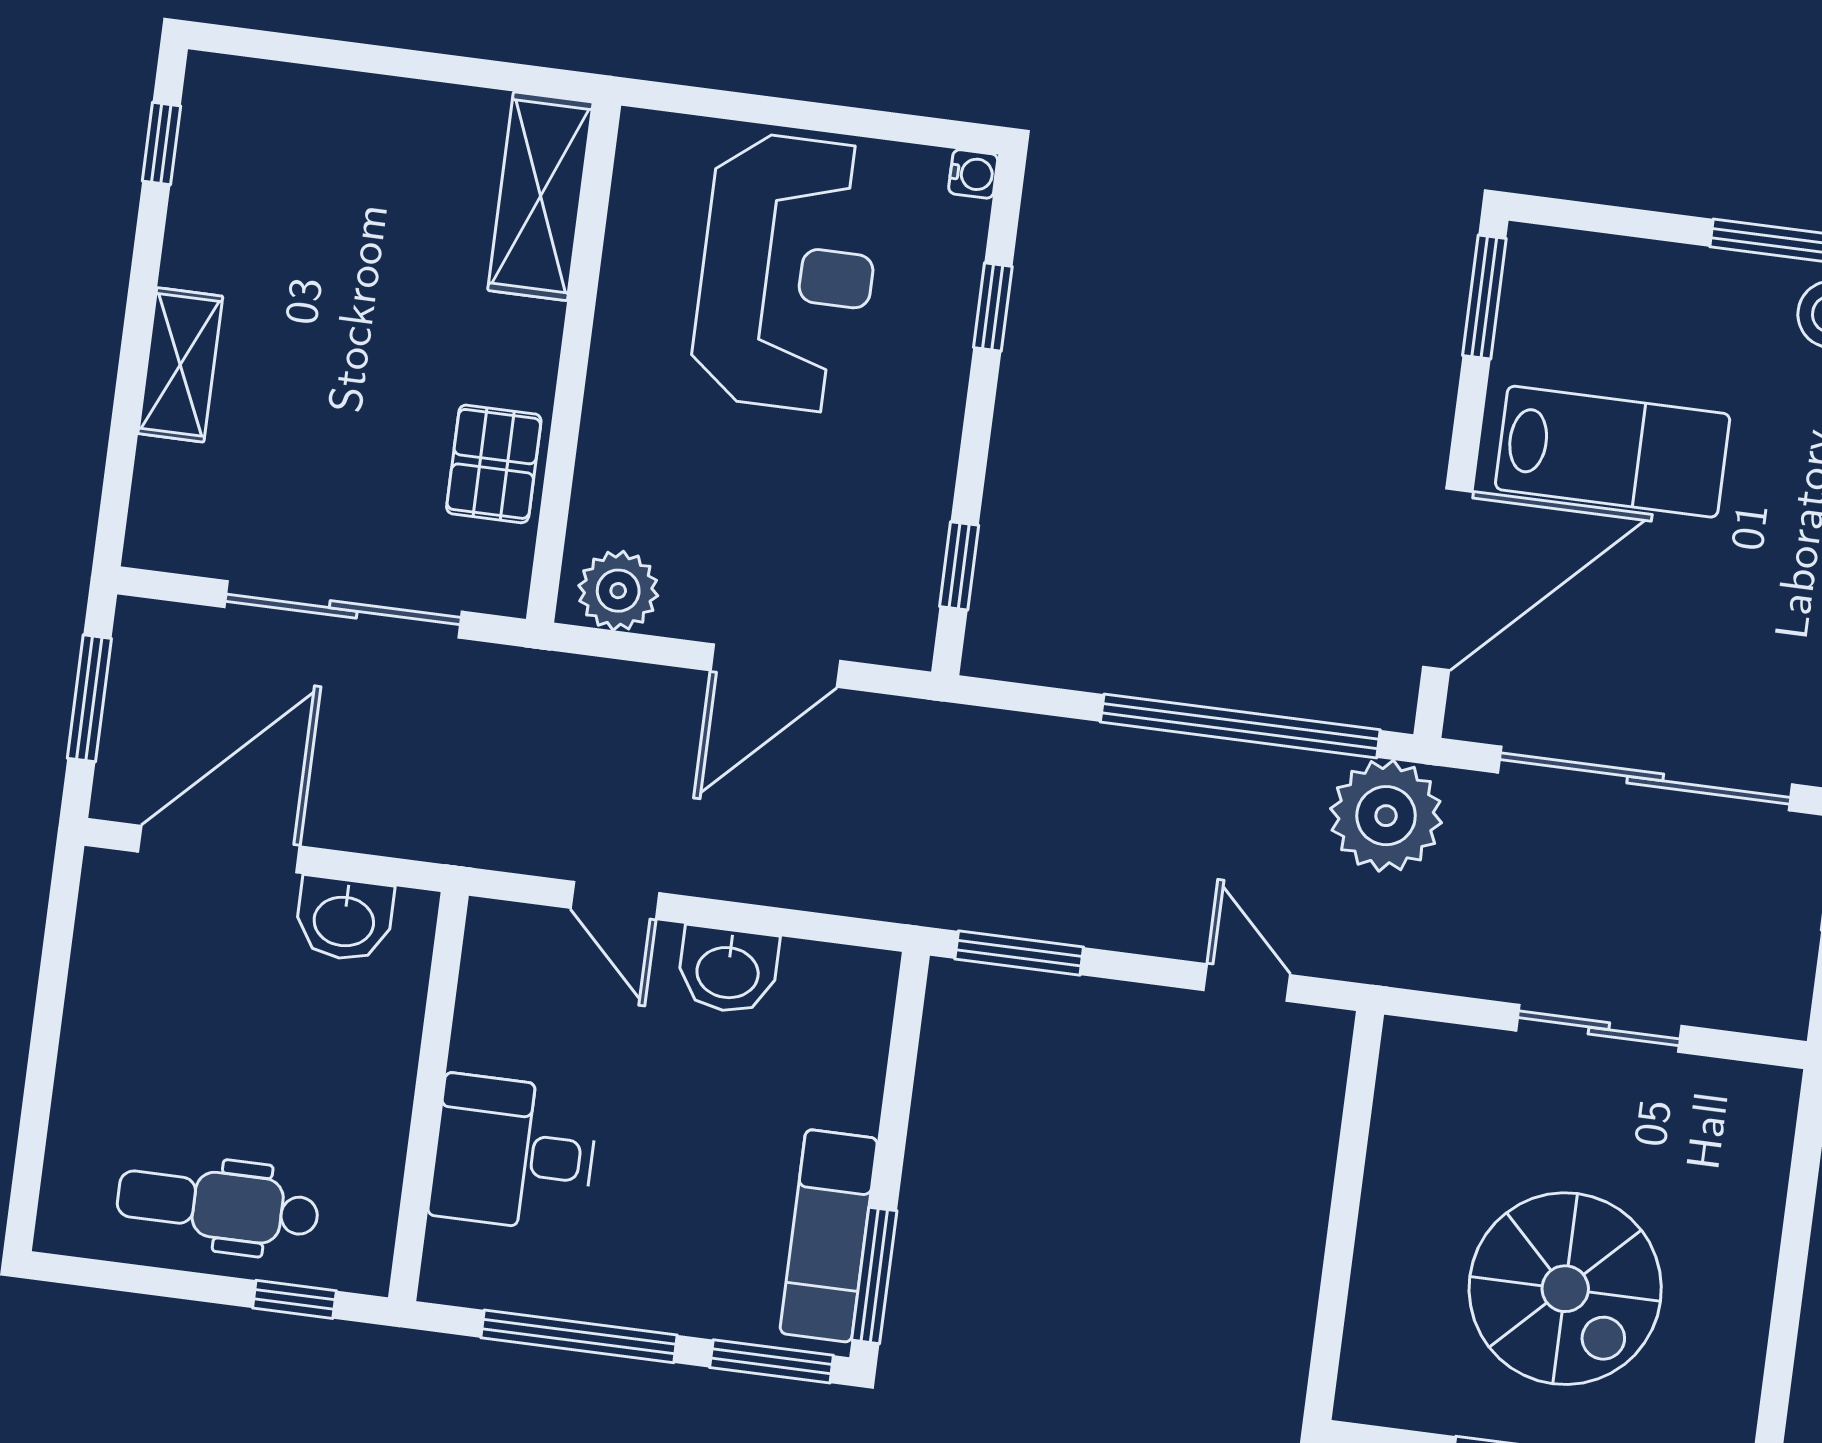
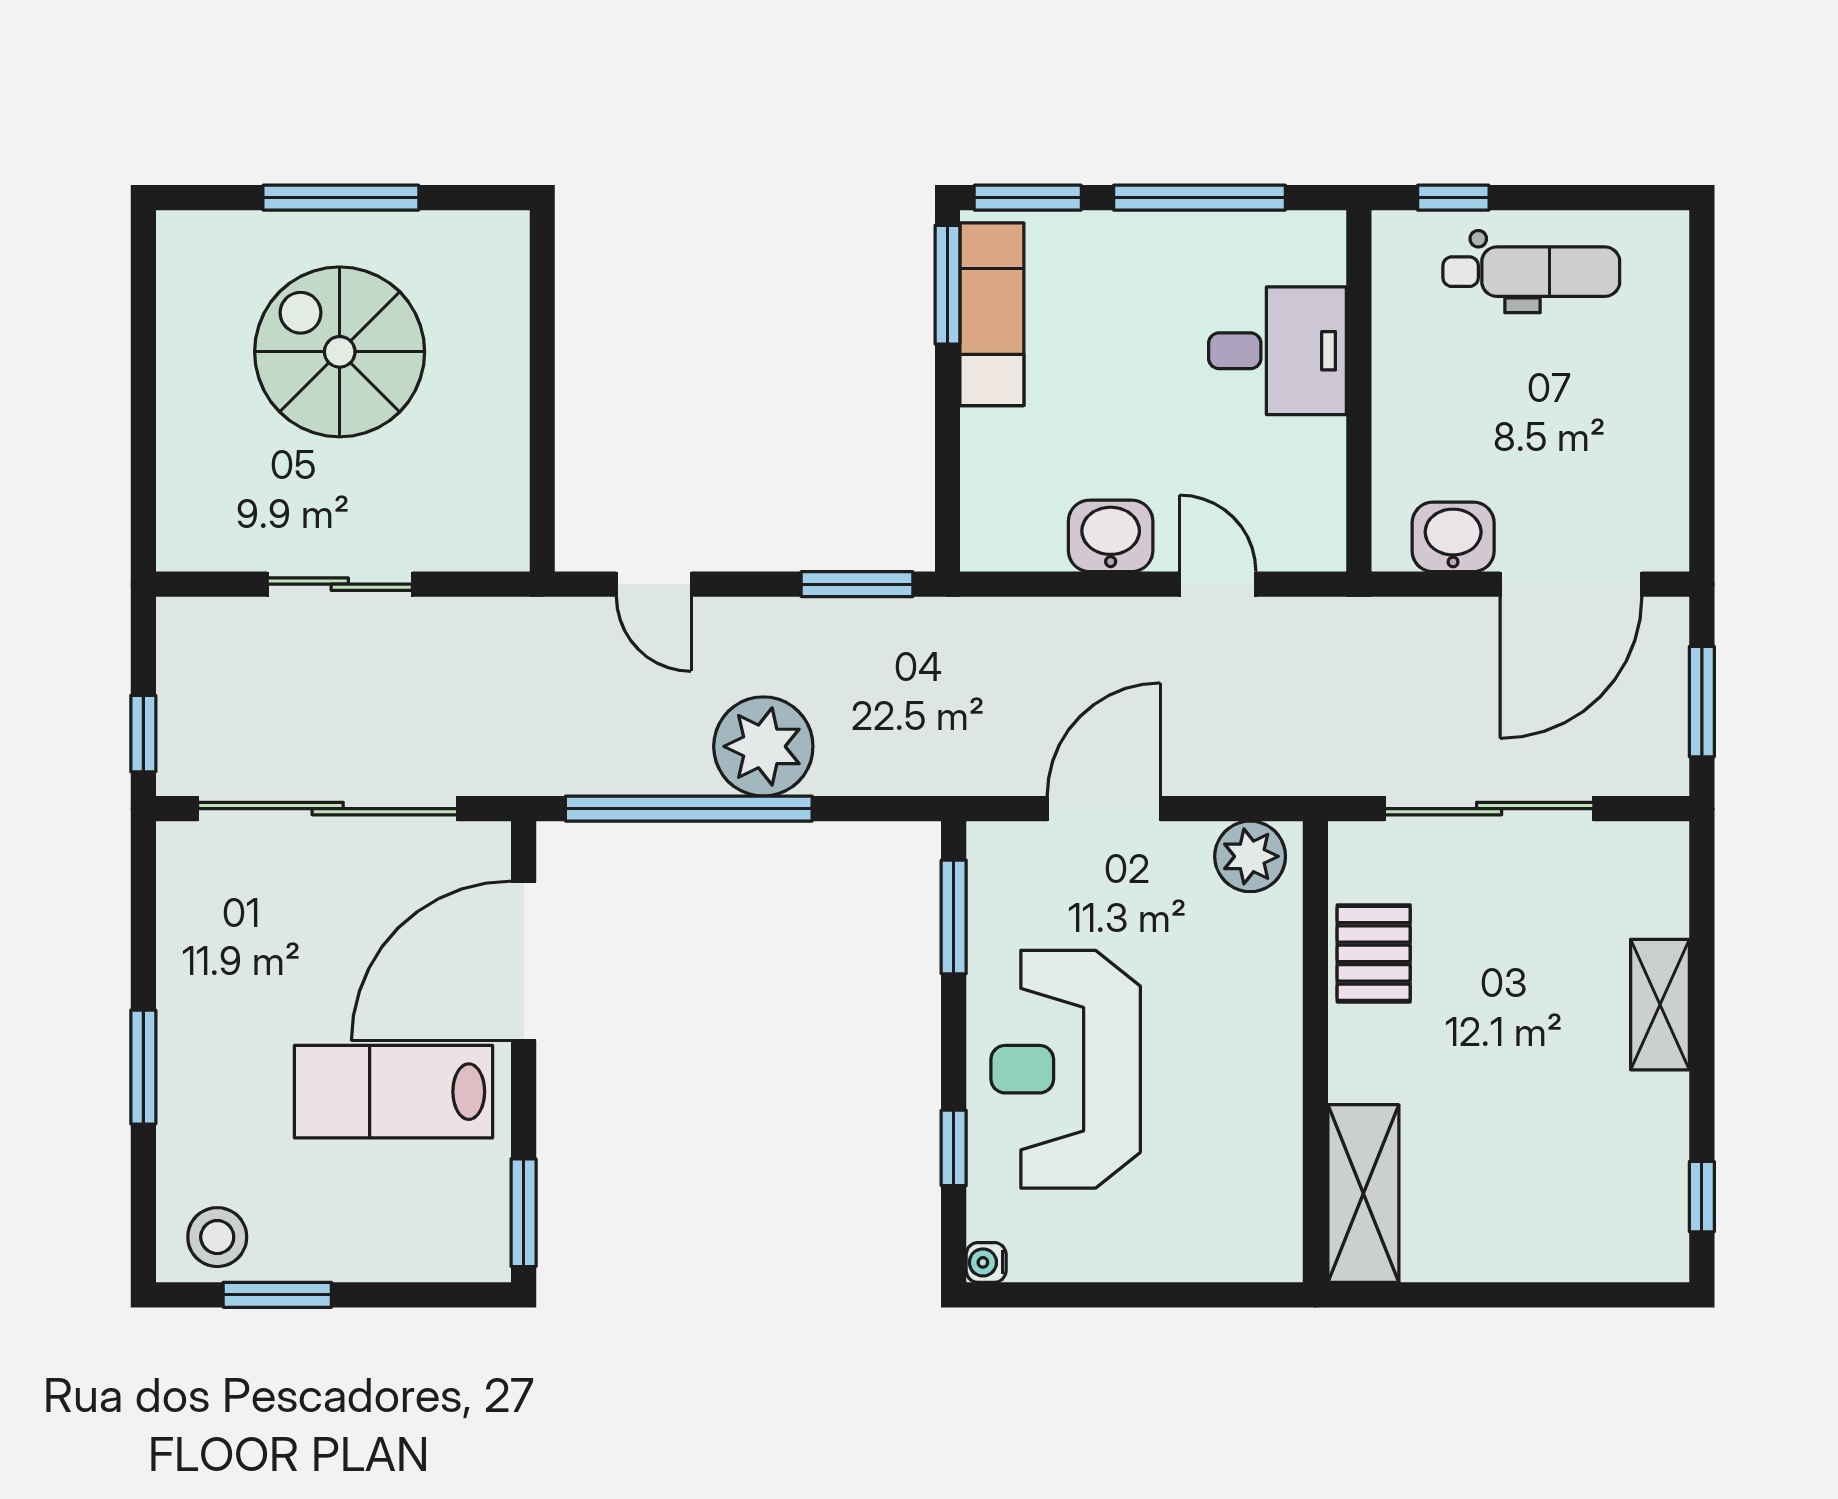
reception desk: (787, 272) -> (1066, 1069), moved
window: (959, 566) -> (954, 917), width x1.50
plant: (1386, 816) -> (763, 746), moved

